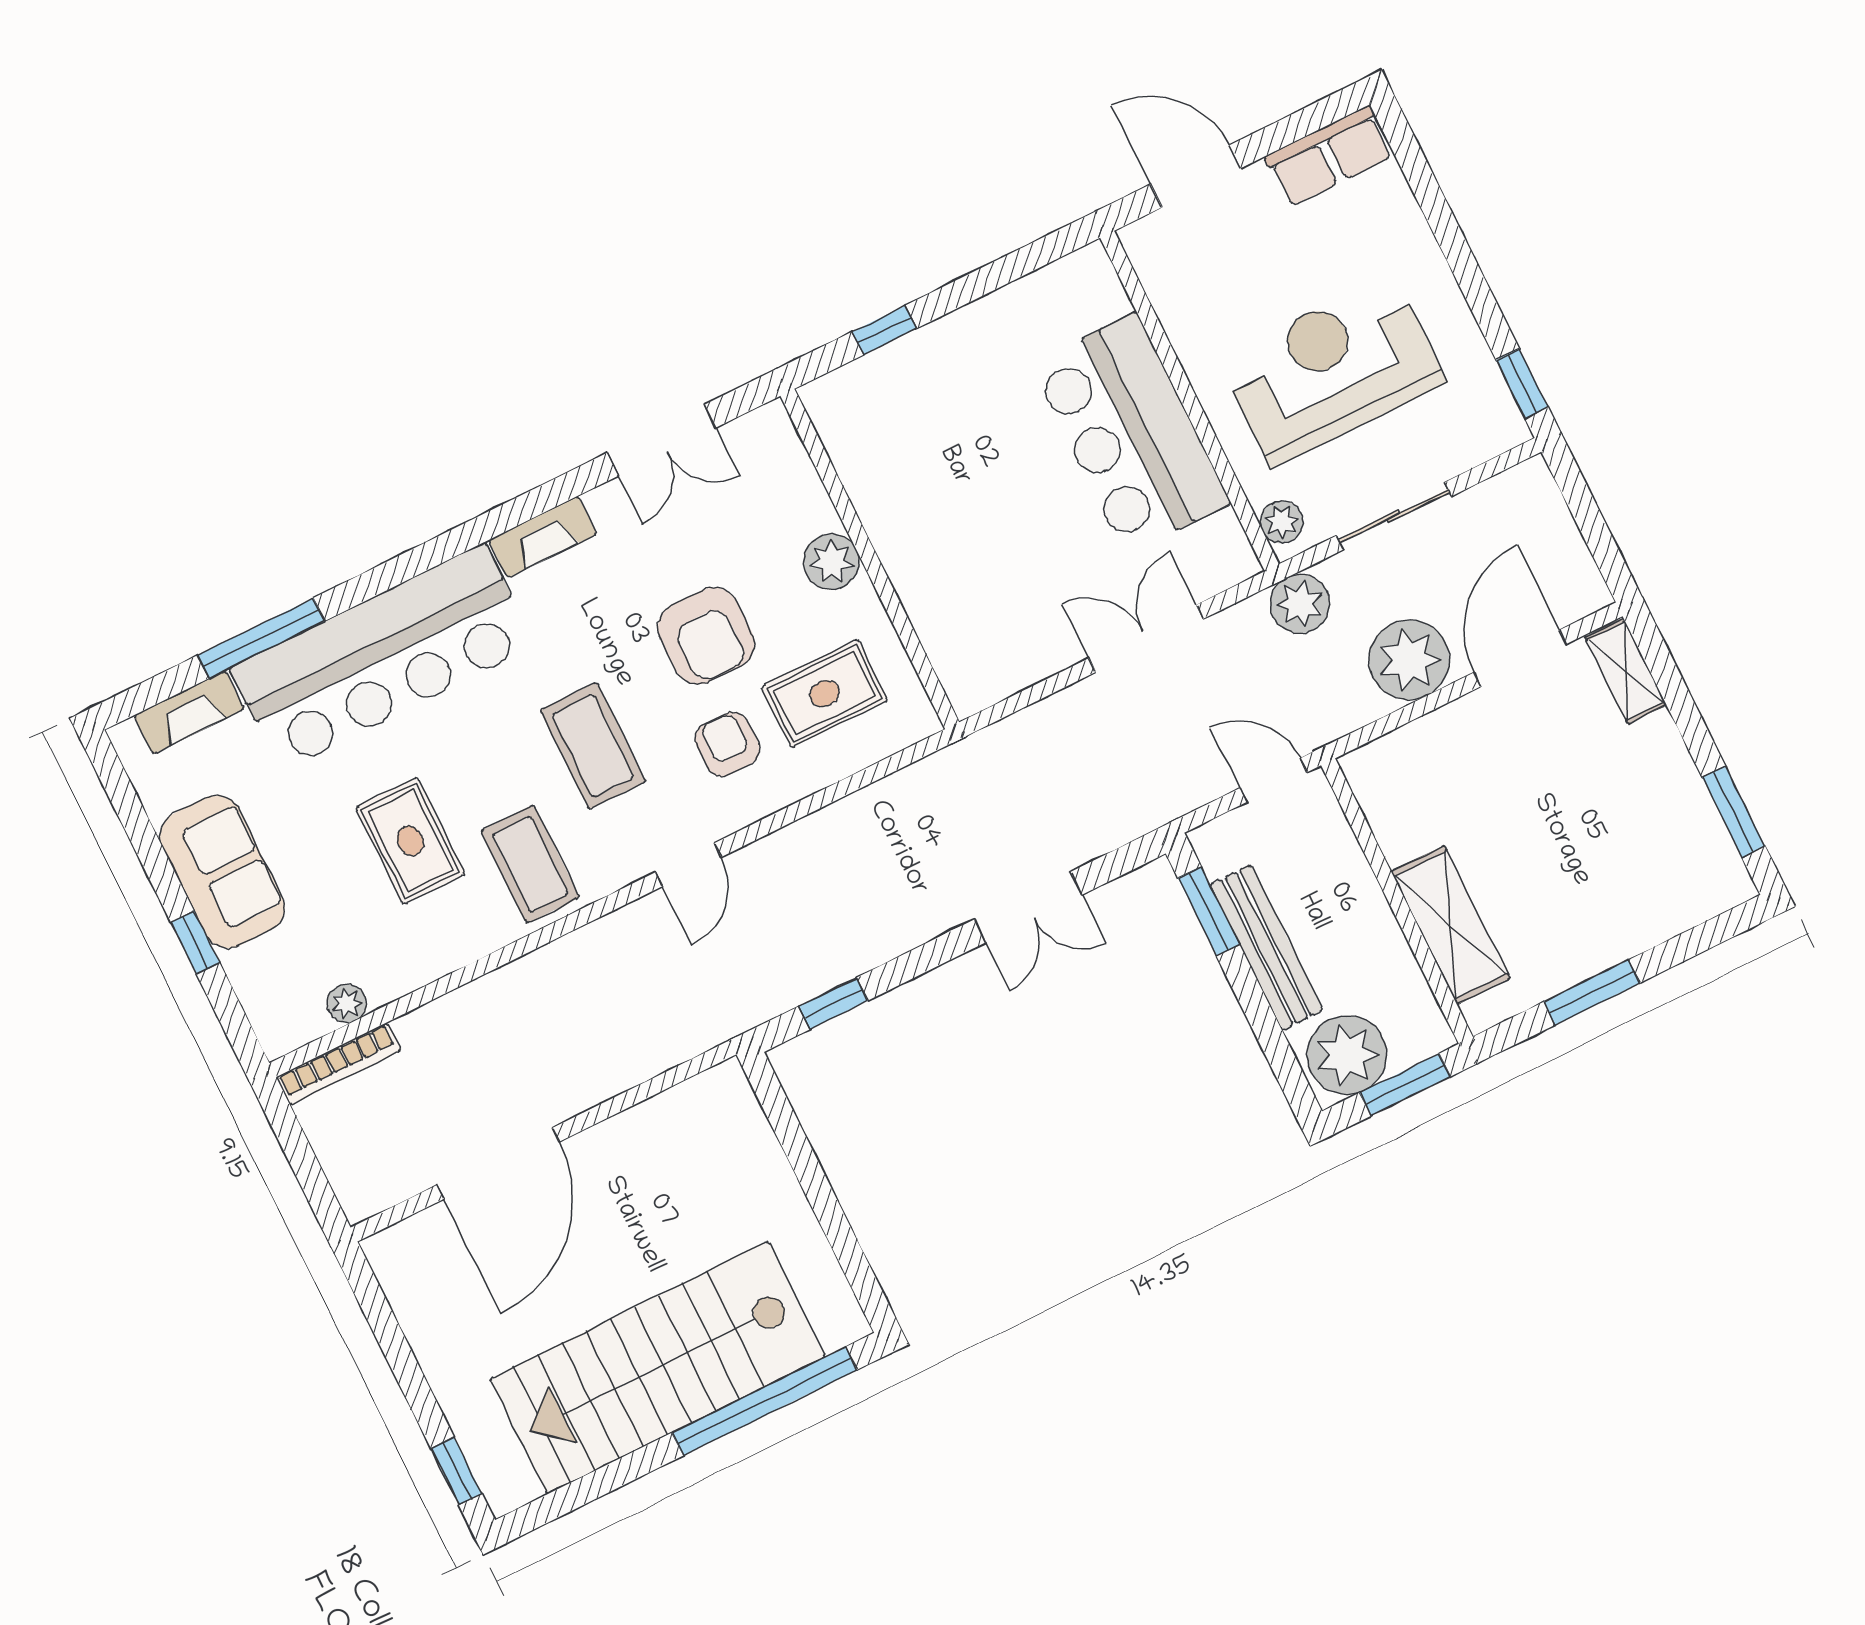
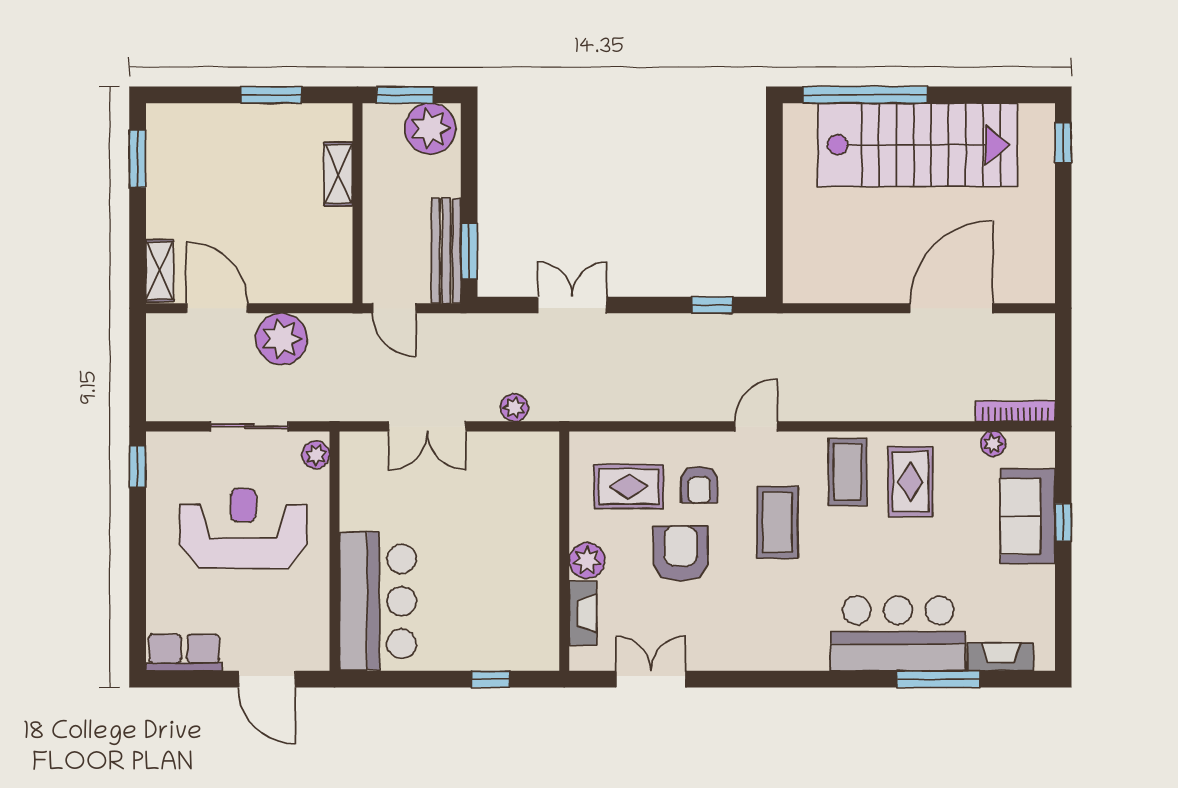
reception desk: (1332, 370) -> (243, 528), turned 180
bar counter: (1131, 434) -> (378, 601), moved
fireplace: (543, 537) -> (583, 613), moved, turned 90
plant: (1300, 604) -> (514, 408), moved, width x0.73, depth x0.73
bar counter: (383, 657) -> (898, 633), width x0.73
door: (1520, 658) -> (217, 308), swing flipped
rug: (410, 841) -> (910, 482), moved
sofa: (222, 872) -> (1028, 516), moved
shelving: (1450, 925) -> (338, 174), width x0.67, depth x0.75
bench: (1266, 948) -> (446, 251), moved

